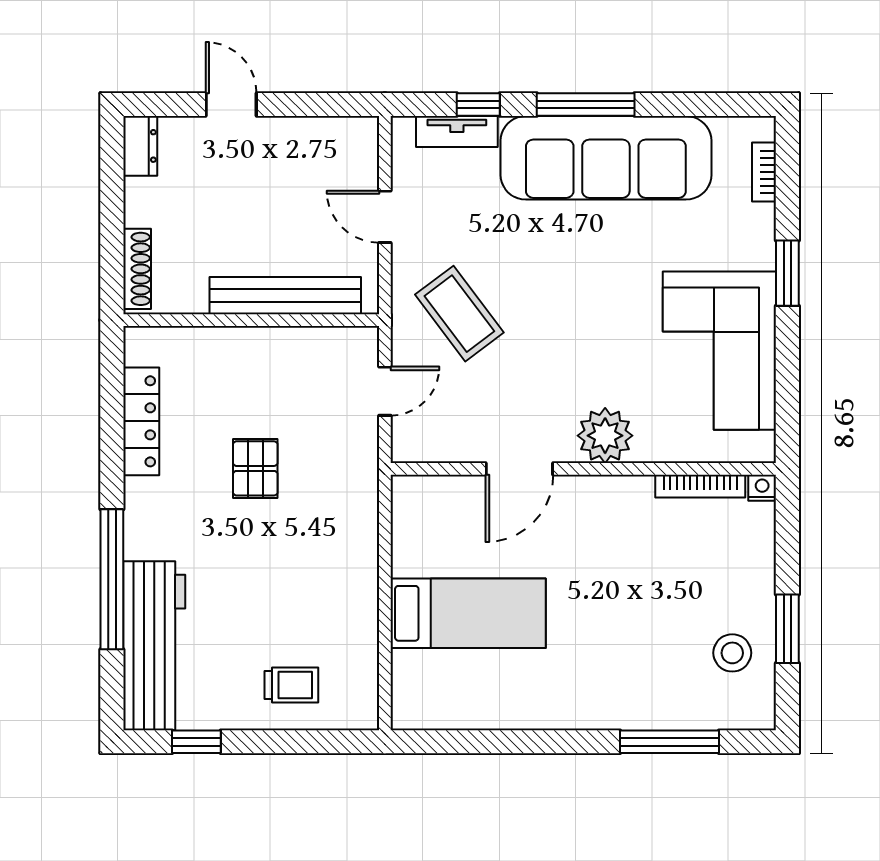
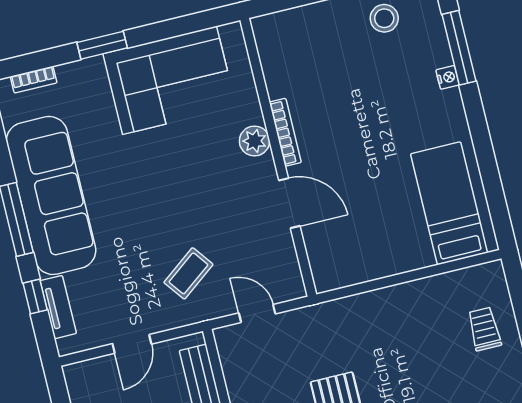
coffee table: (459, 314) -> (188, 273), width x0.73, depth x0.77
plant: (605, 436) -> (255, 141), width x0.73, depth x0.73
bookcase: (700, 486) -> (285, 132), moved
nightstand: (762, 488) -> (448, 77), moved, turned 180
bed: (468, 613) -> (449, 203), moved

